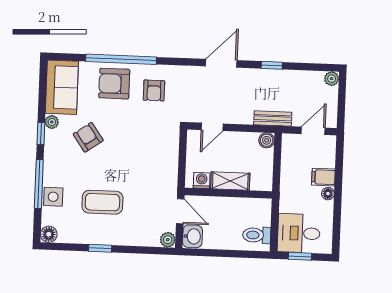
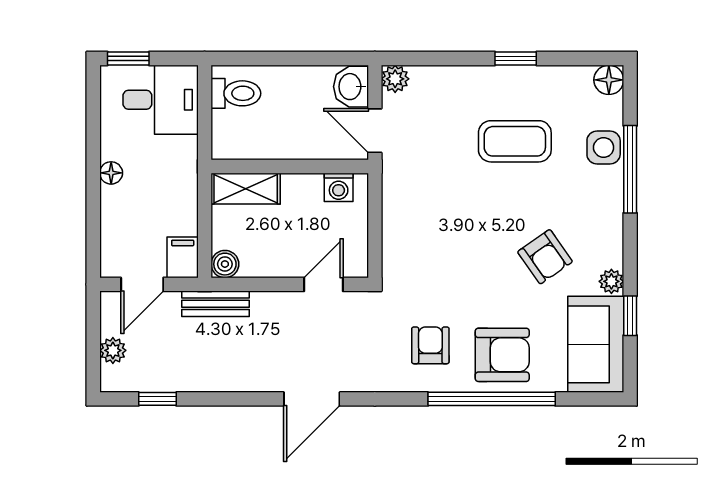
window: (272, 65) -> (157, 399), moved
plant: (332, 79) -> (113, 350), moved
window: (41, 134) -> (630, 316), moved
filing cabinet: (323, 177) -> (183, 257), moved, turned -90
shelving: (230, 181) -> (246, 189), moved
window: (300, 256) -> (128, 58), moved

